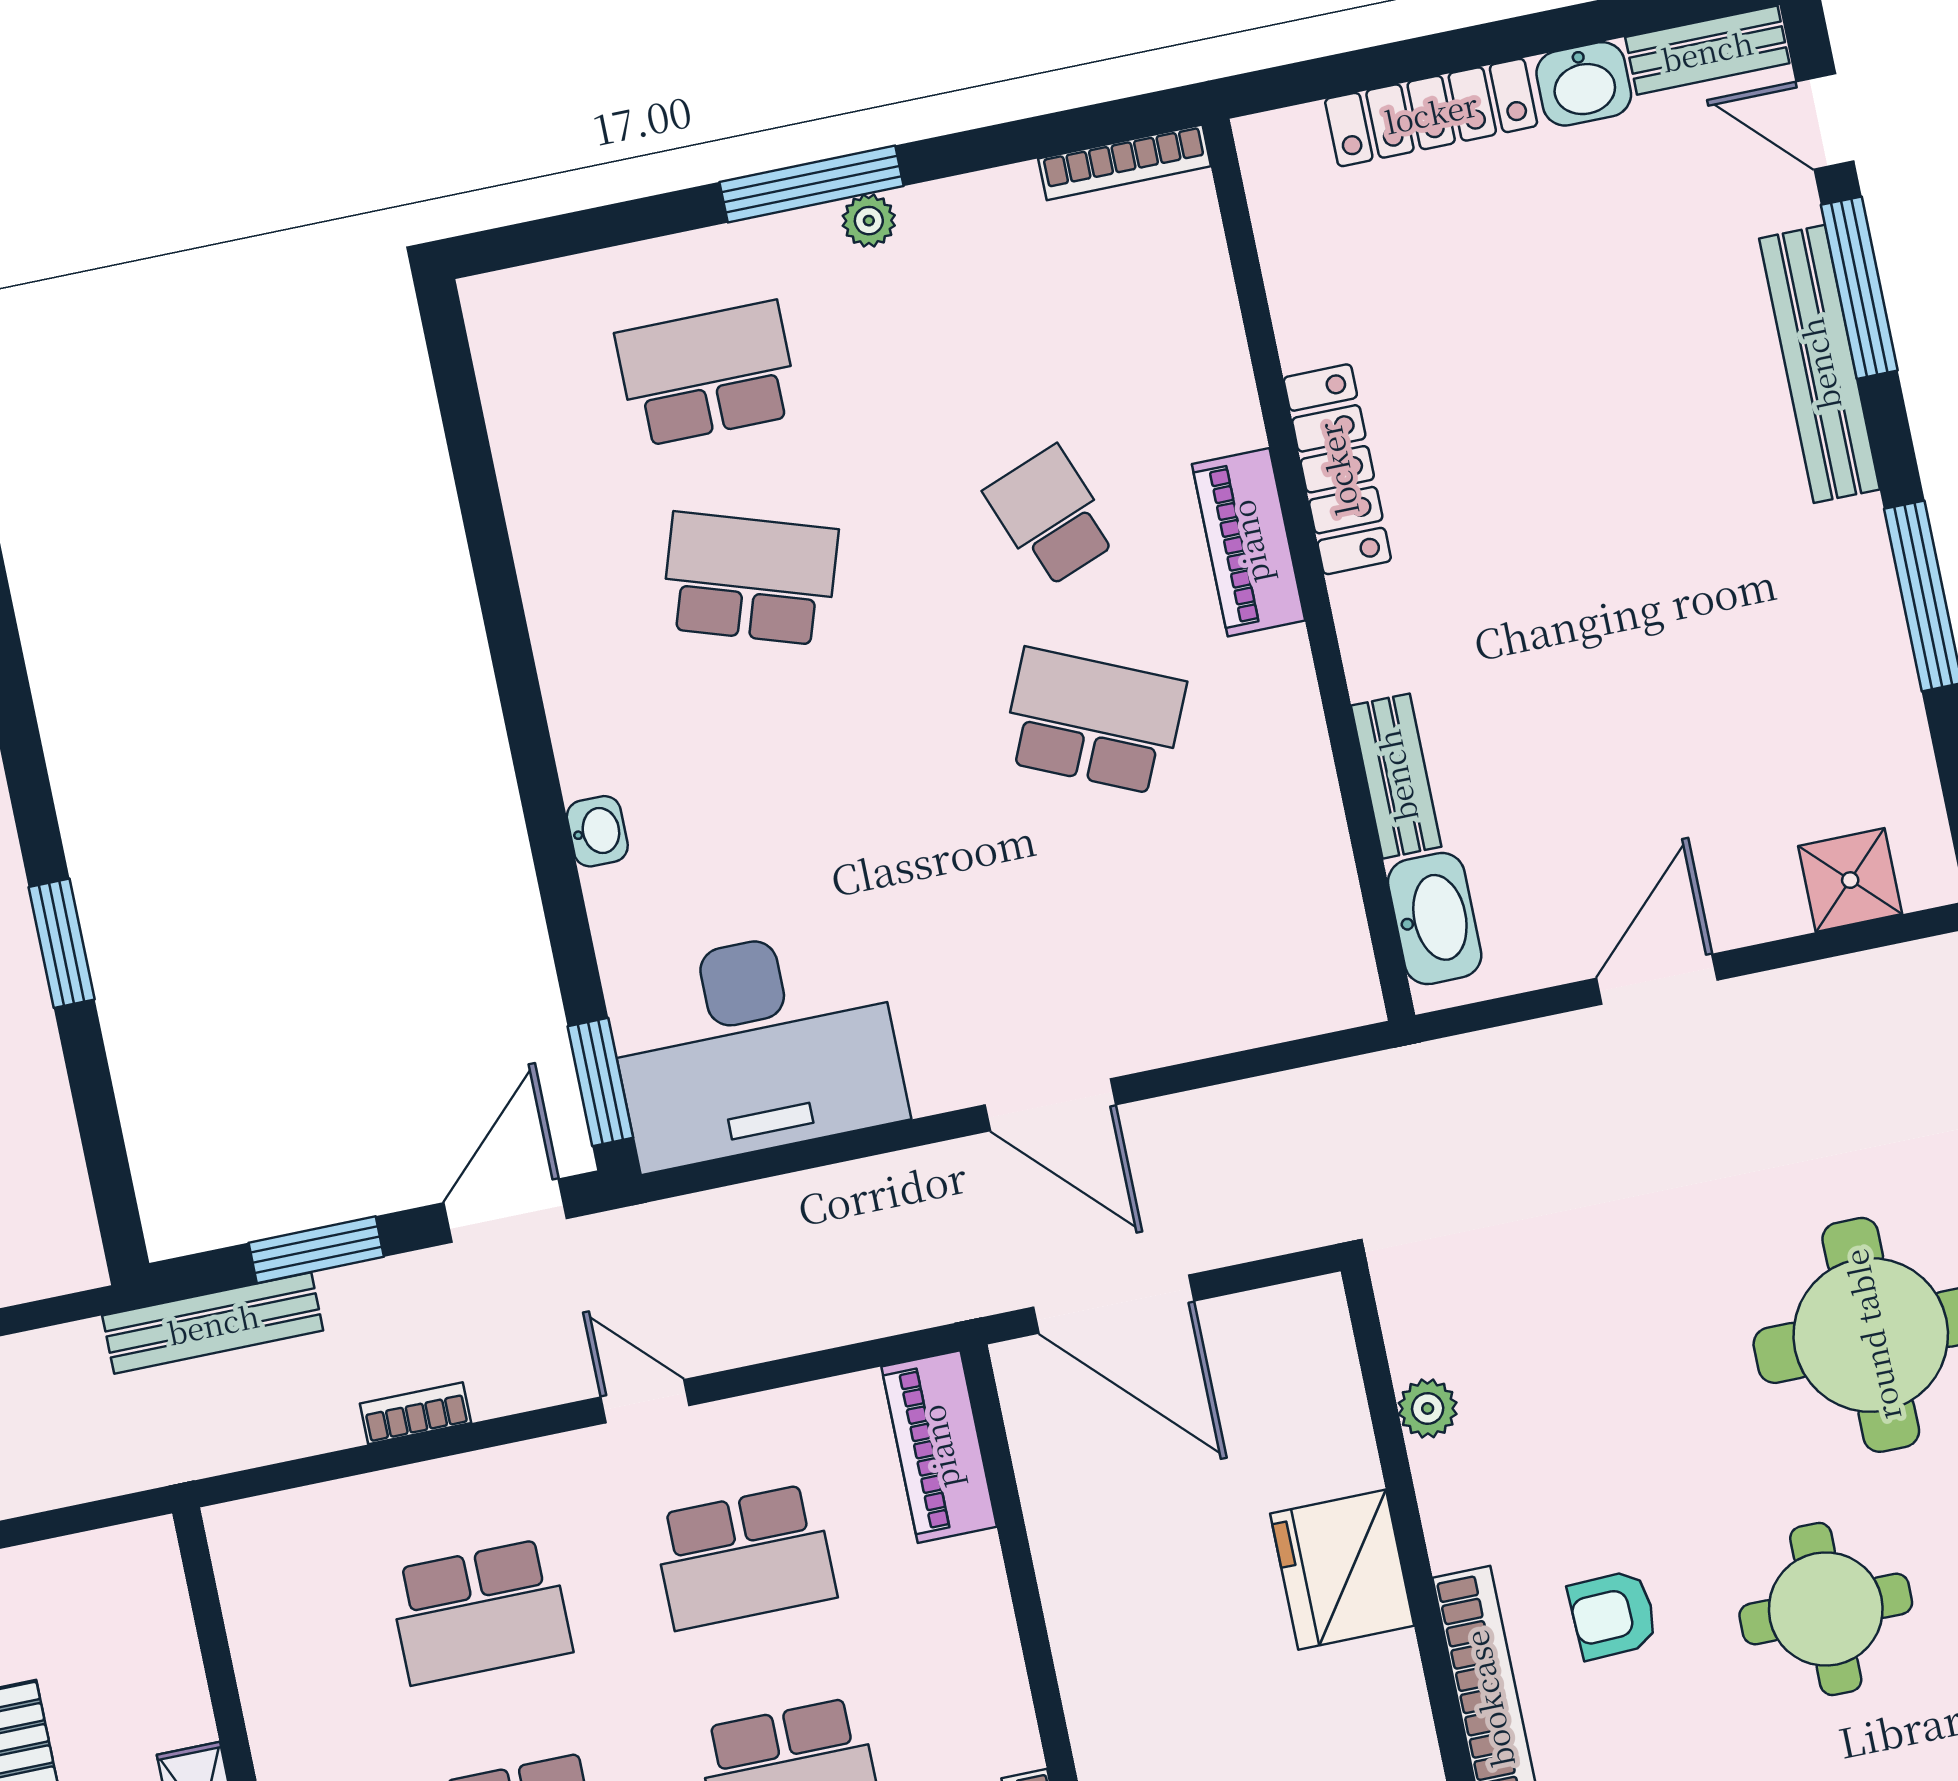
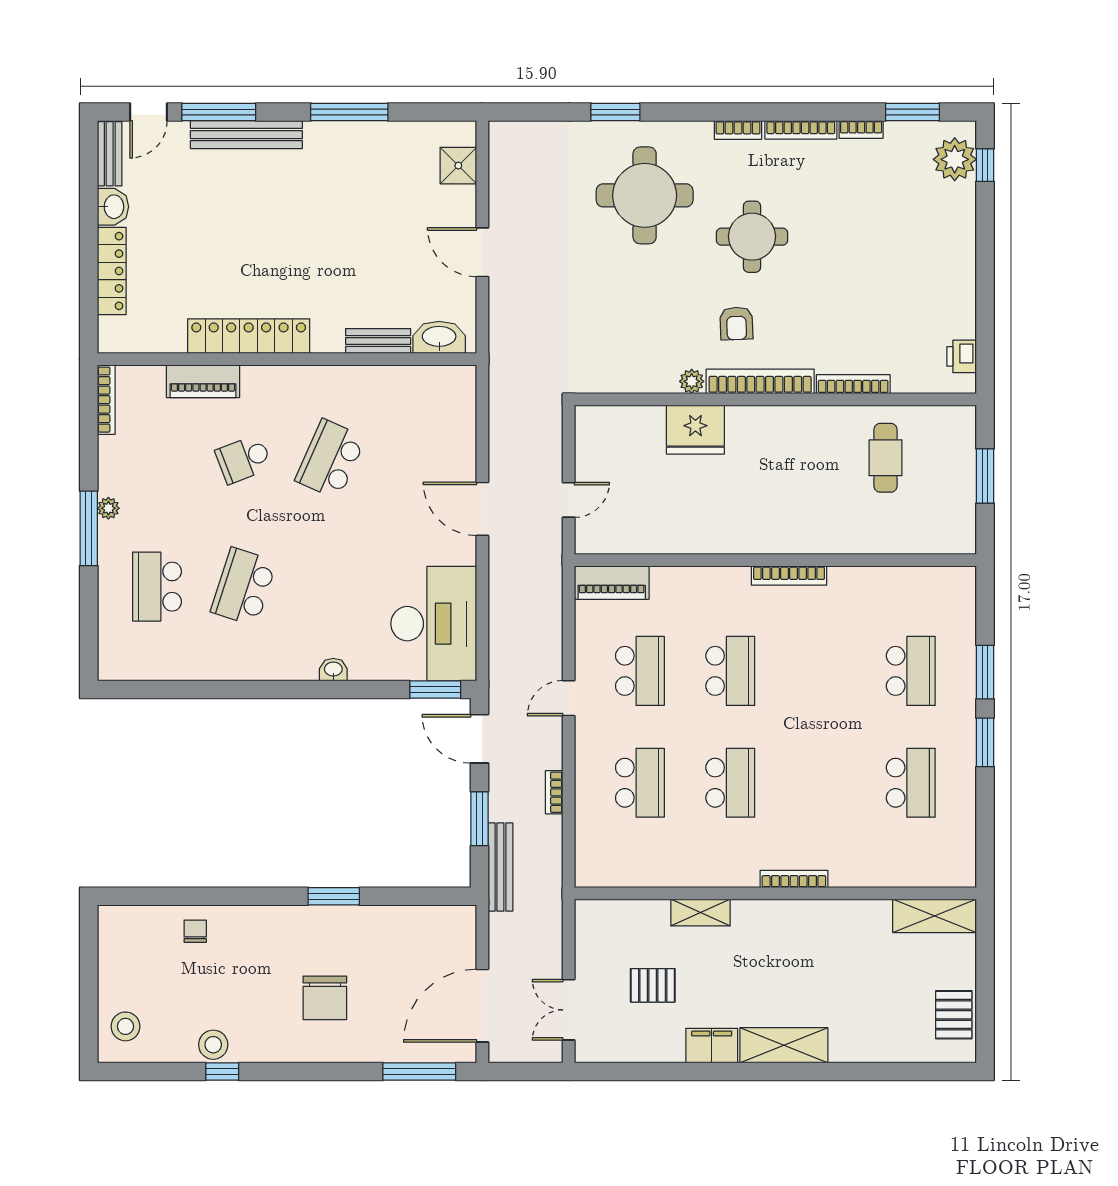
locker: (1337, 469) -> (249, 336), width x1.41, depth x1.21
piano: (1249, 542) -> (203, 381), moved
door: (1050, 1105) -> (482, 509), swing flipped
door: (1114, 1304) -> (569, 500), width x0.53
plant: (1428, 1408) -> (692, 381), moved

